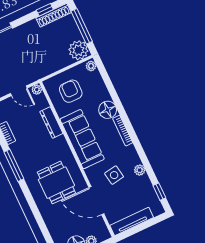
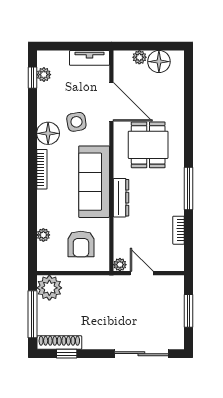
plant: (91, 66) -> (43, 235), moved
floor lamp: (108, 110) -> (48, 133), moved
dresser: (51, 123) -> (121, 198), moved
plant: (140, 170) -> (44, 75), moved
tv unit: (132, 221) -> (89, 58), width x0.71

